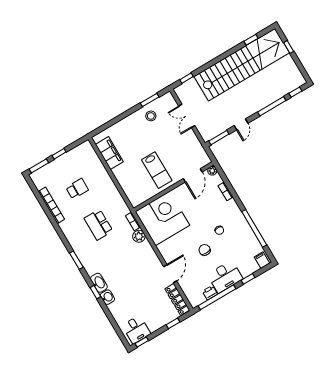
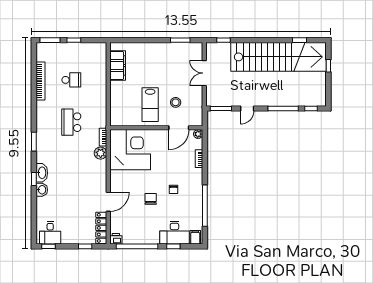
stool: (151, 116) -> (176, 102), moved
desk: (225, 277) -> (174, 233), moved
printer: (210, 293) -> (116, 239), moved

